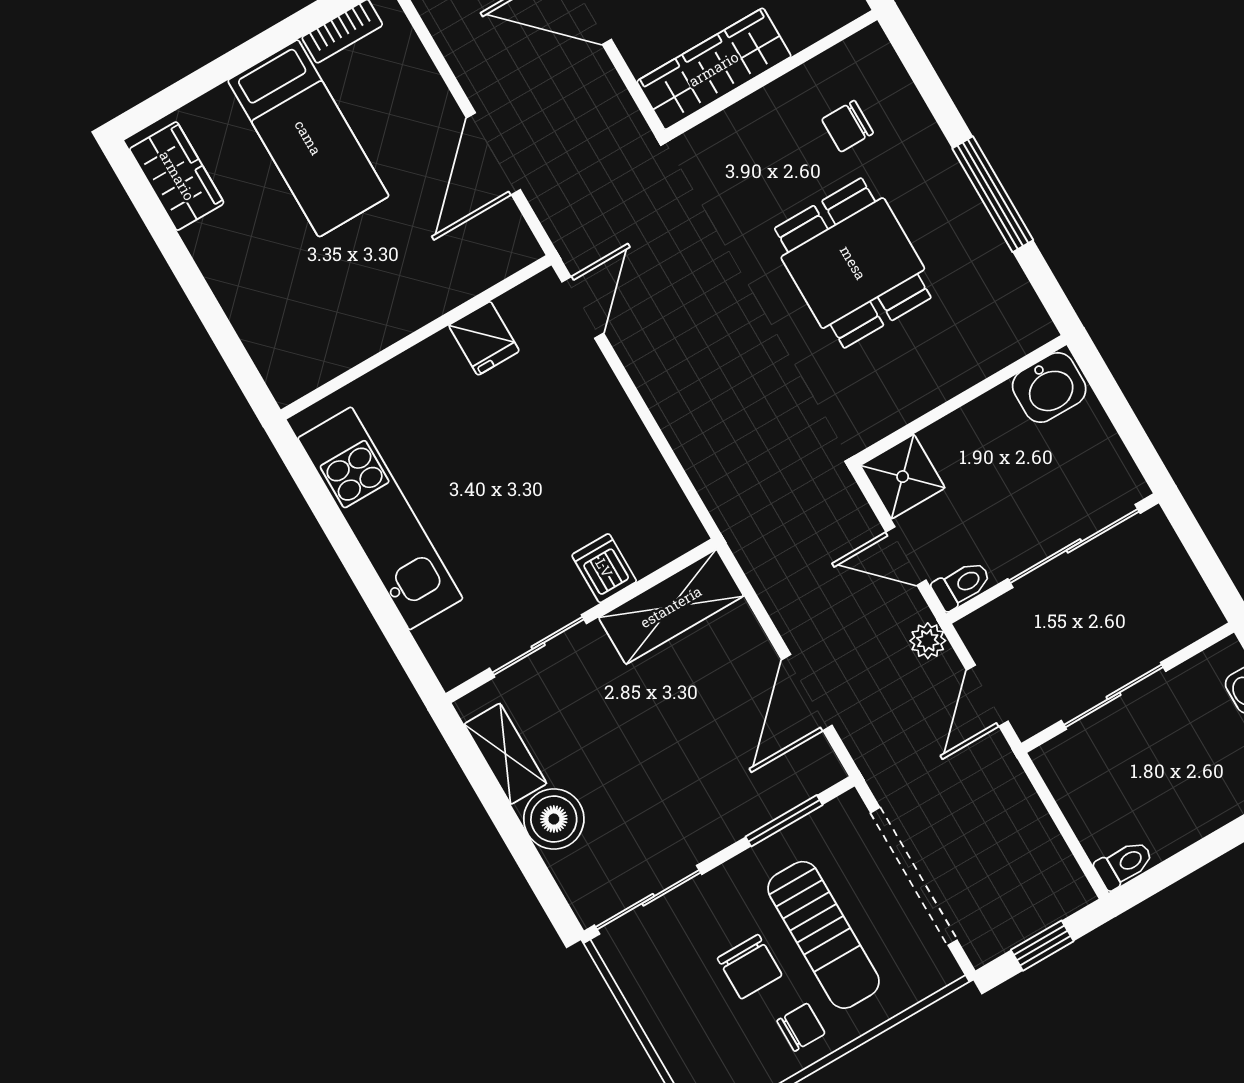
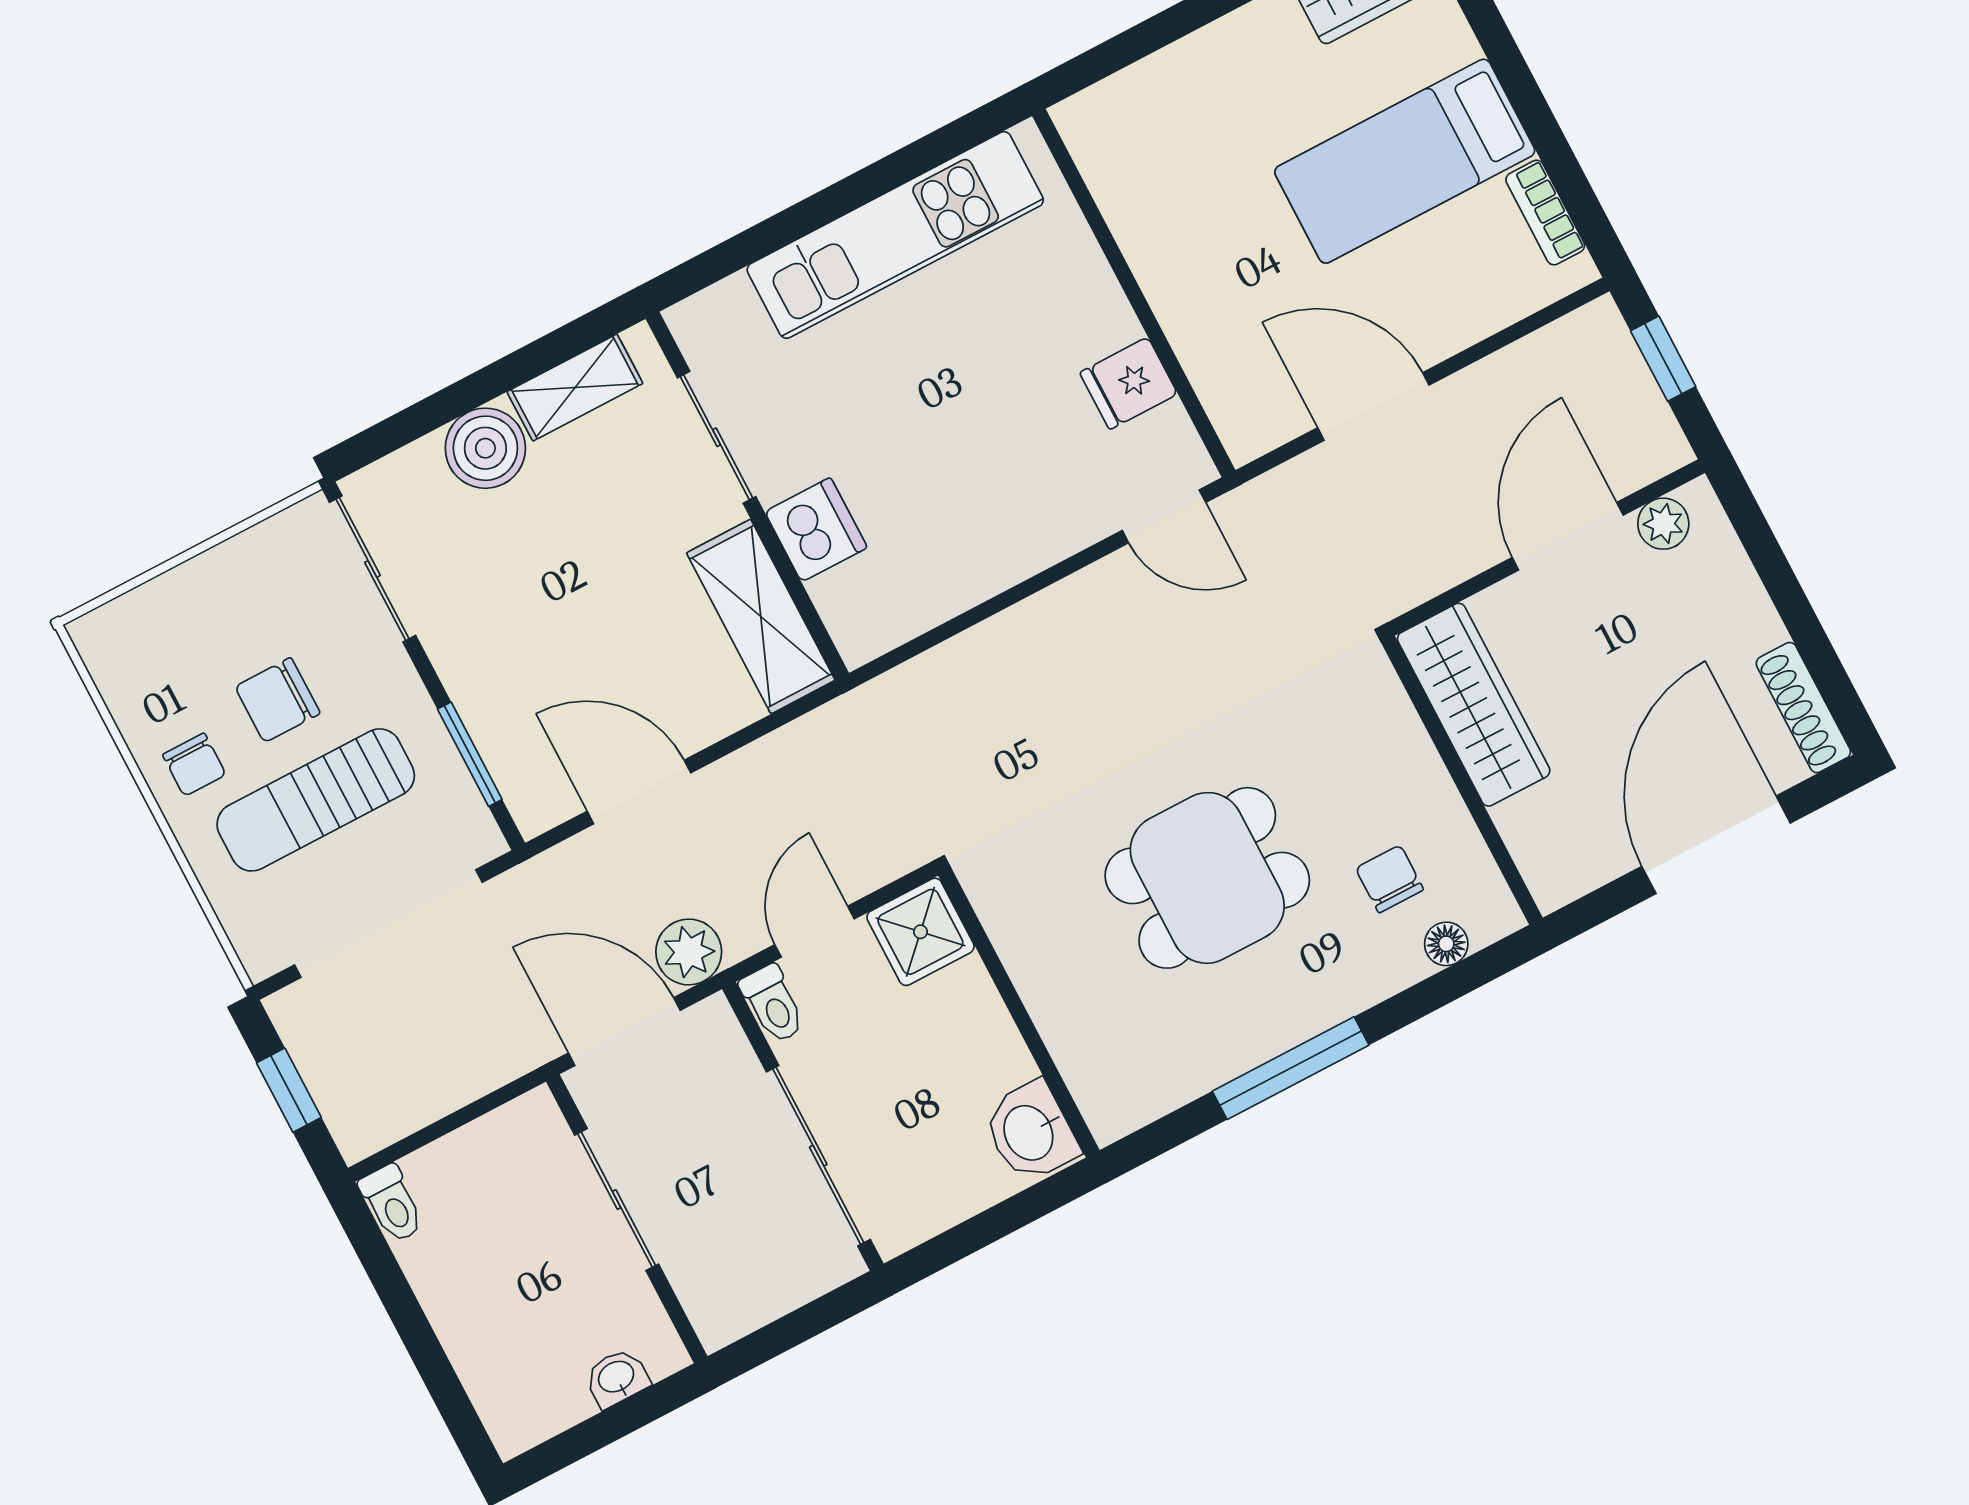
floor lamp: (894, 82) -> (1446, 944), added
dishwasher: (604, 568) -> (816, 530), width x1.38
plant: (928, 641) -> (689, 952), width x1.38, depth x1.38
door: (987, 696) -> (624, 1032), width x1.38

